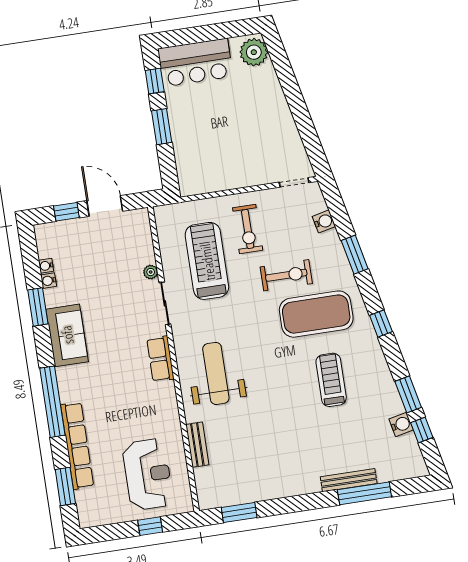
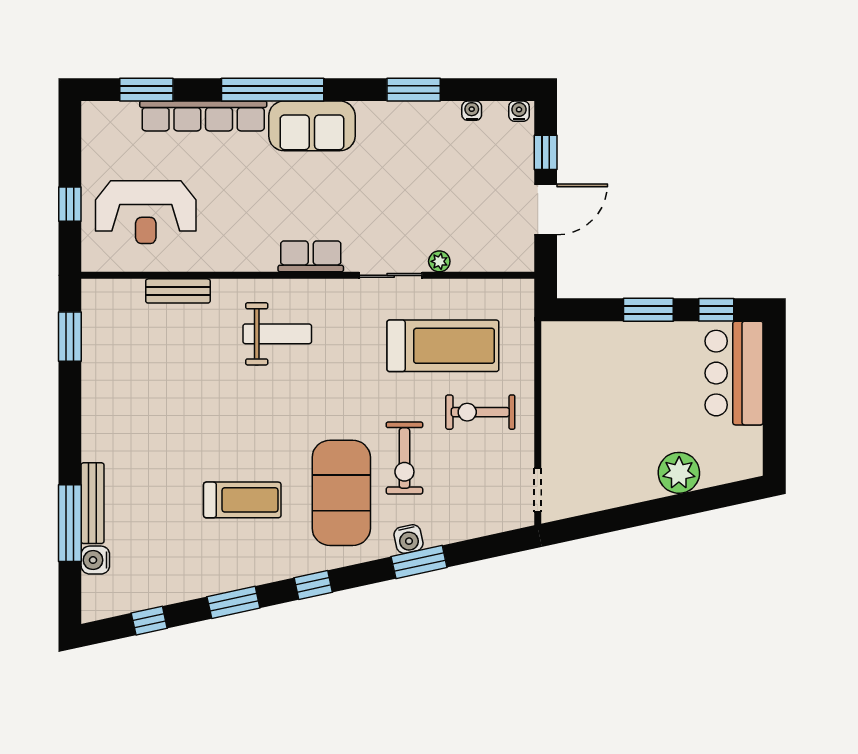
plant: (254, 52) -> (679, 473), moved
water cooler: (324, 221) -> (409, 539), moved
water cooler: (49, 281) -> (519, 111), moved
sofa: (67, 335) -> (312, 126), moved
weight bench: (216, 373) -> (277, 334), width x0.73, depth x0.75
window: (408, 394) -> (233, 602), moved
water cooler: (401, 424) -> (95, 560), moved, turned 102

